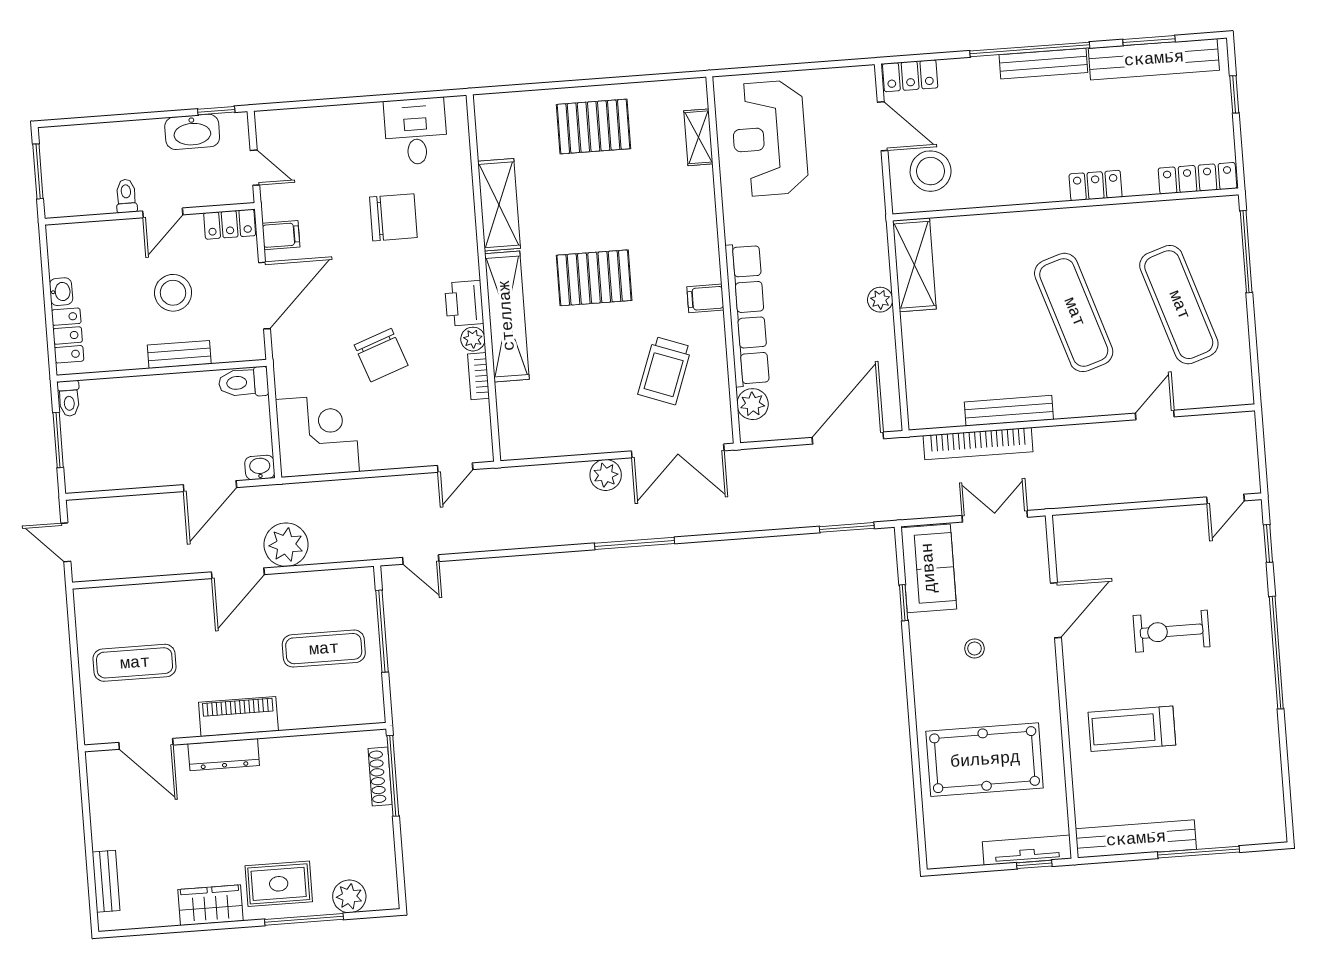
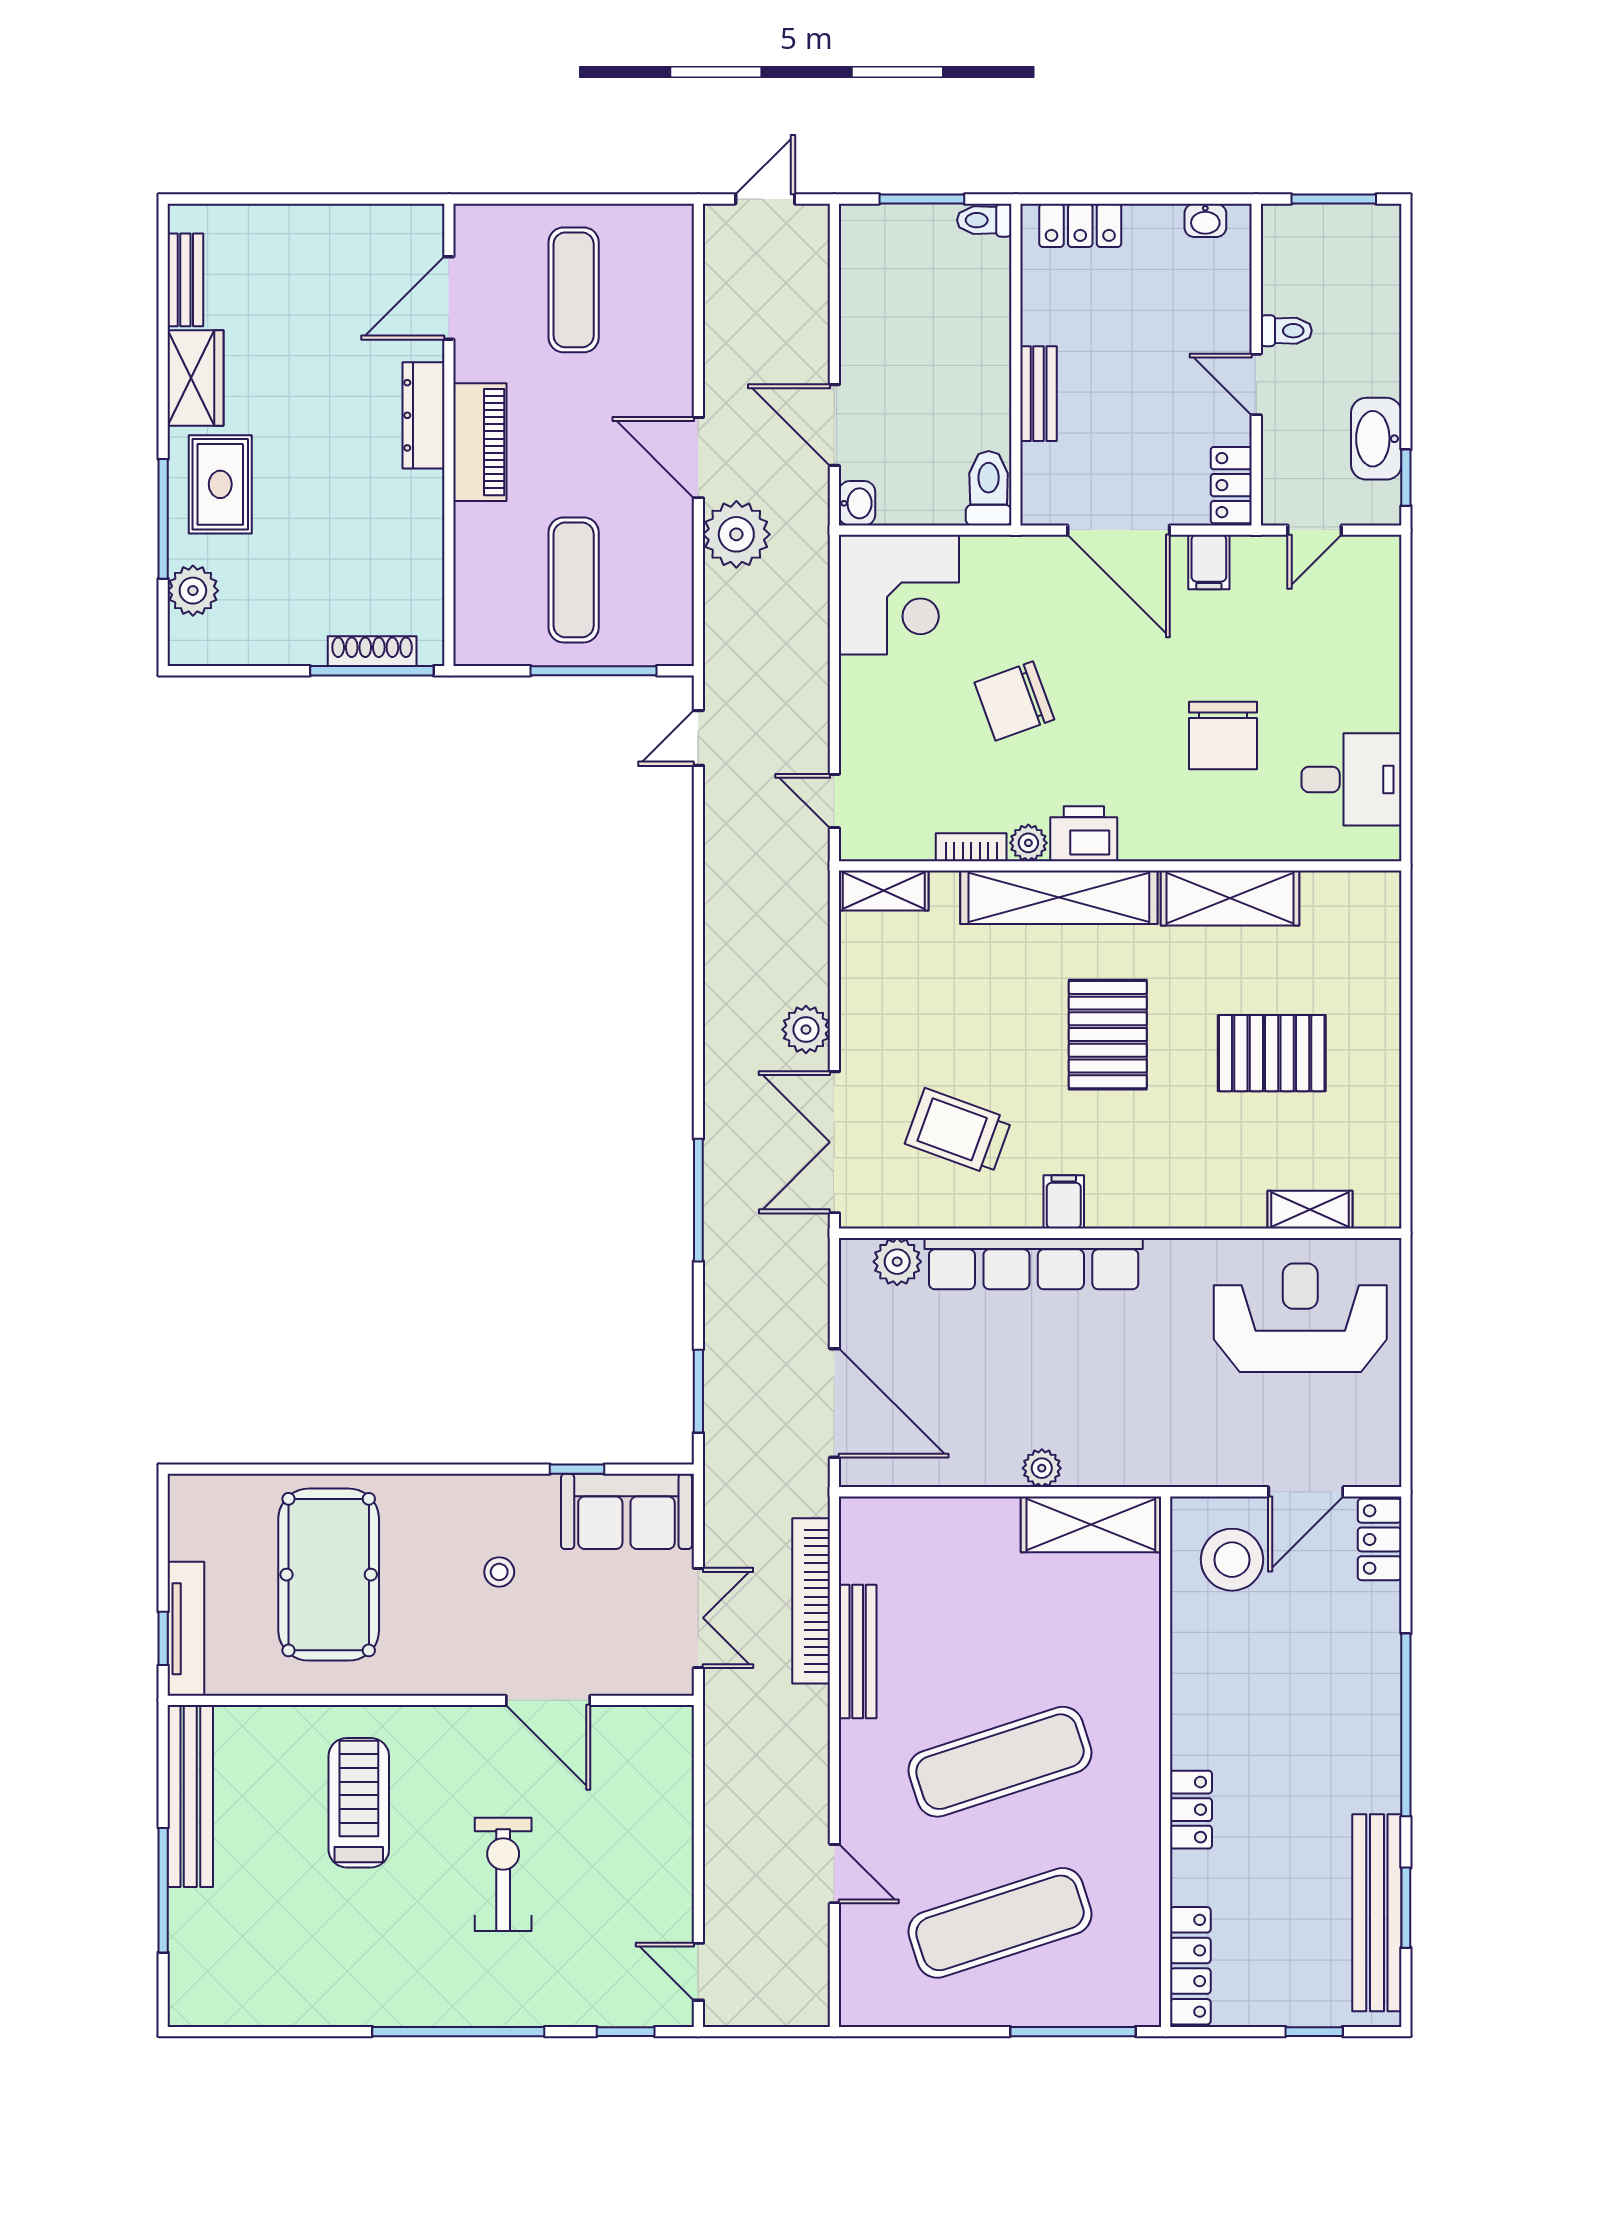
bench: (1043, 64) -> (1383, 1744), removed
pallet: (594, 127) -> (1272, 1053), moved, turned 90
washbasin: (61, 292) -> (1205, 220), moved
stool: (173, 293) -> (1133, 391), removed
shelving: (511, 431) -> (884, 890), added
window: (635, 543) -> (698, 1200), moved
bench: (106, 881) -> (185, 280), moved, turned 90

